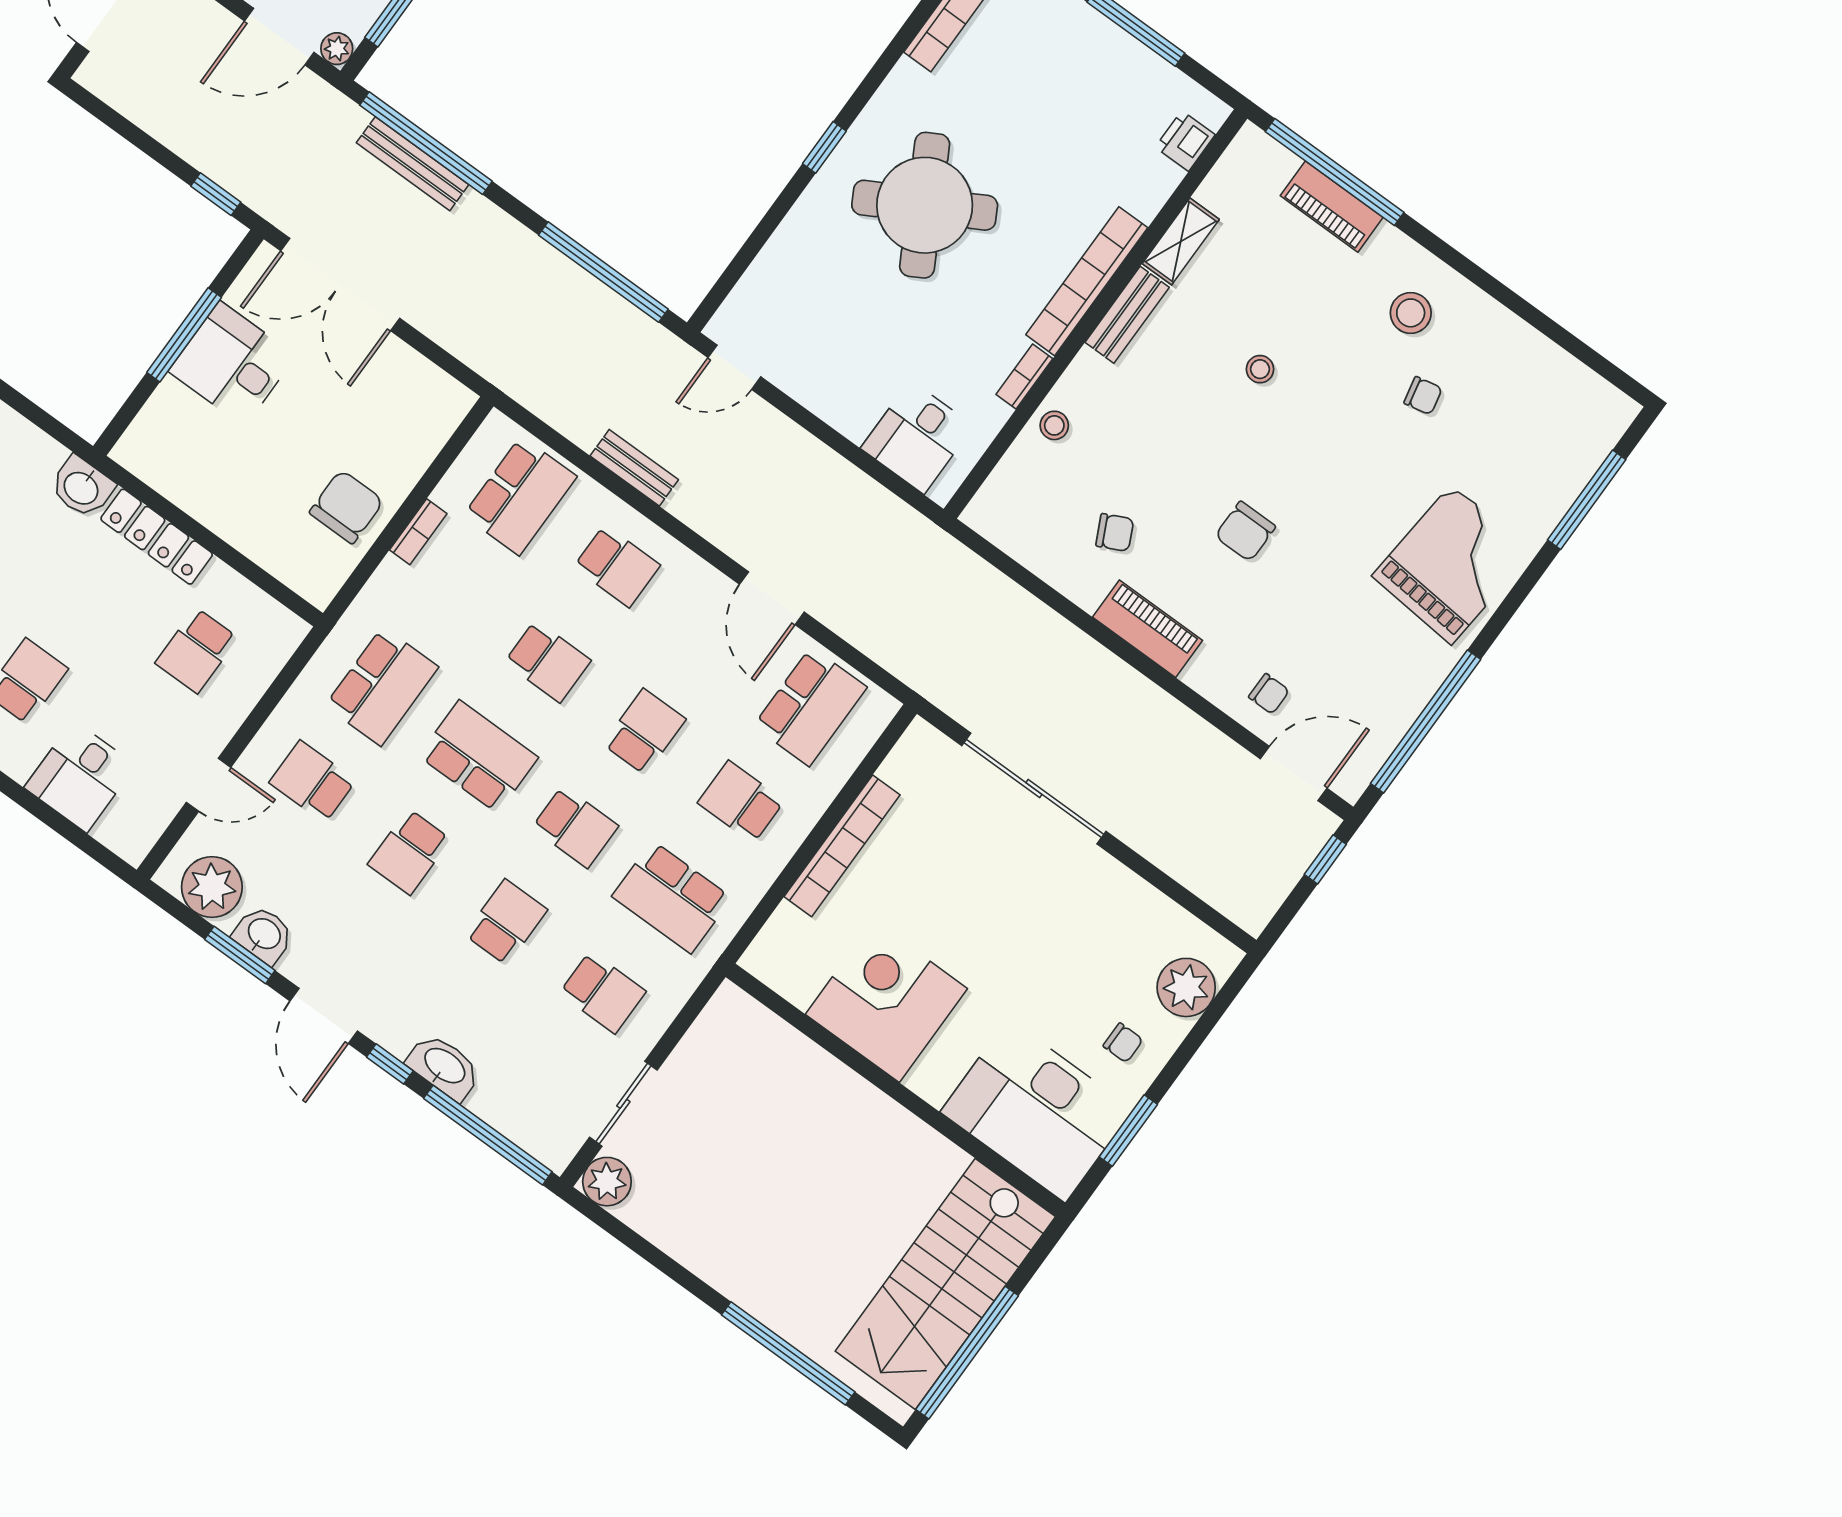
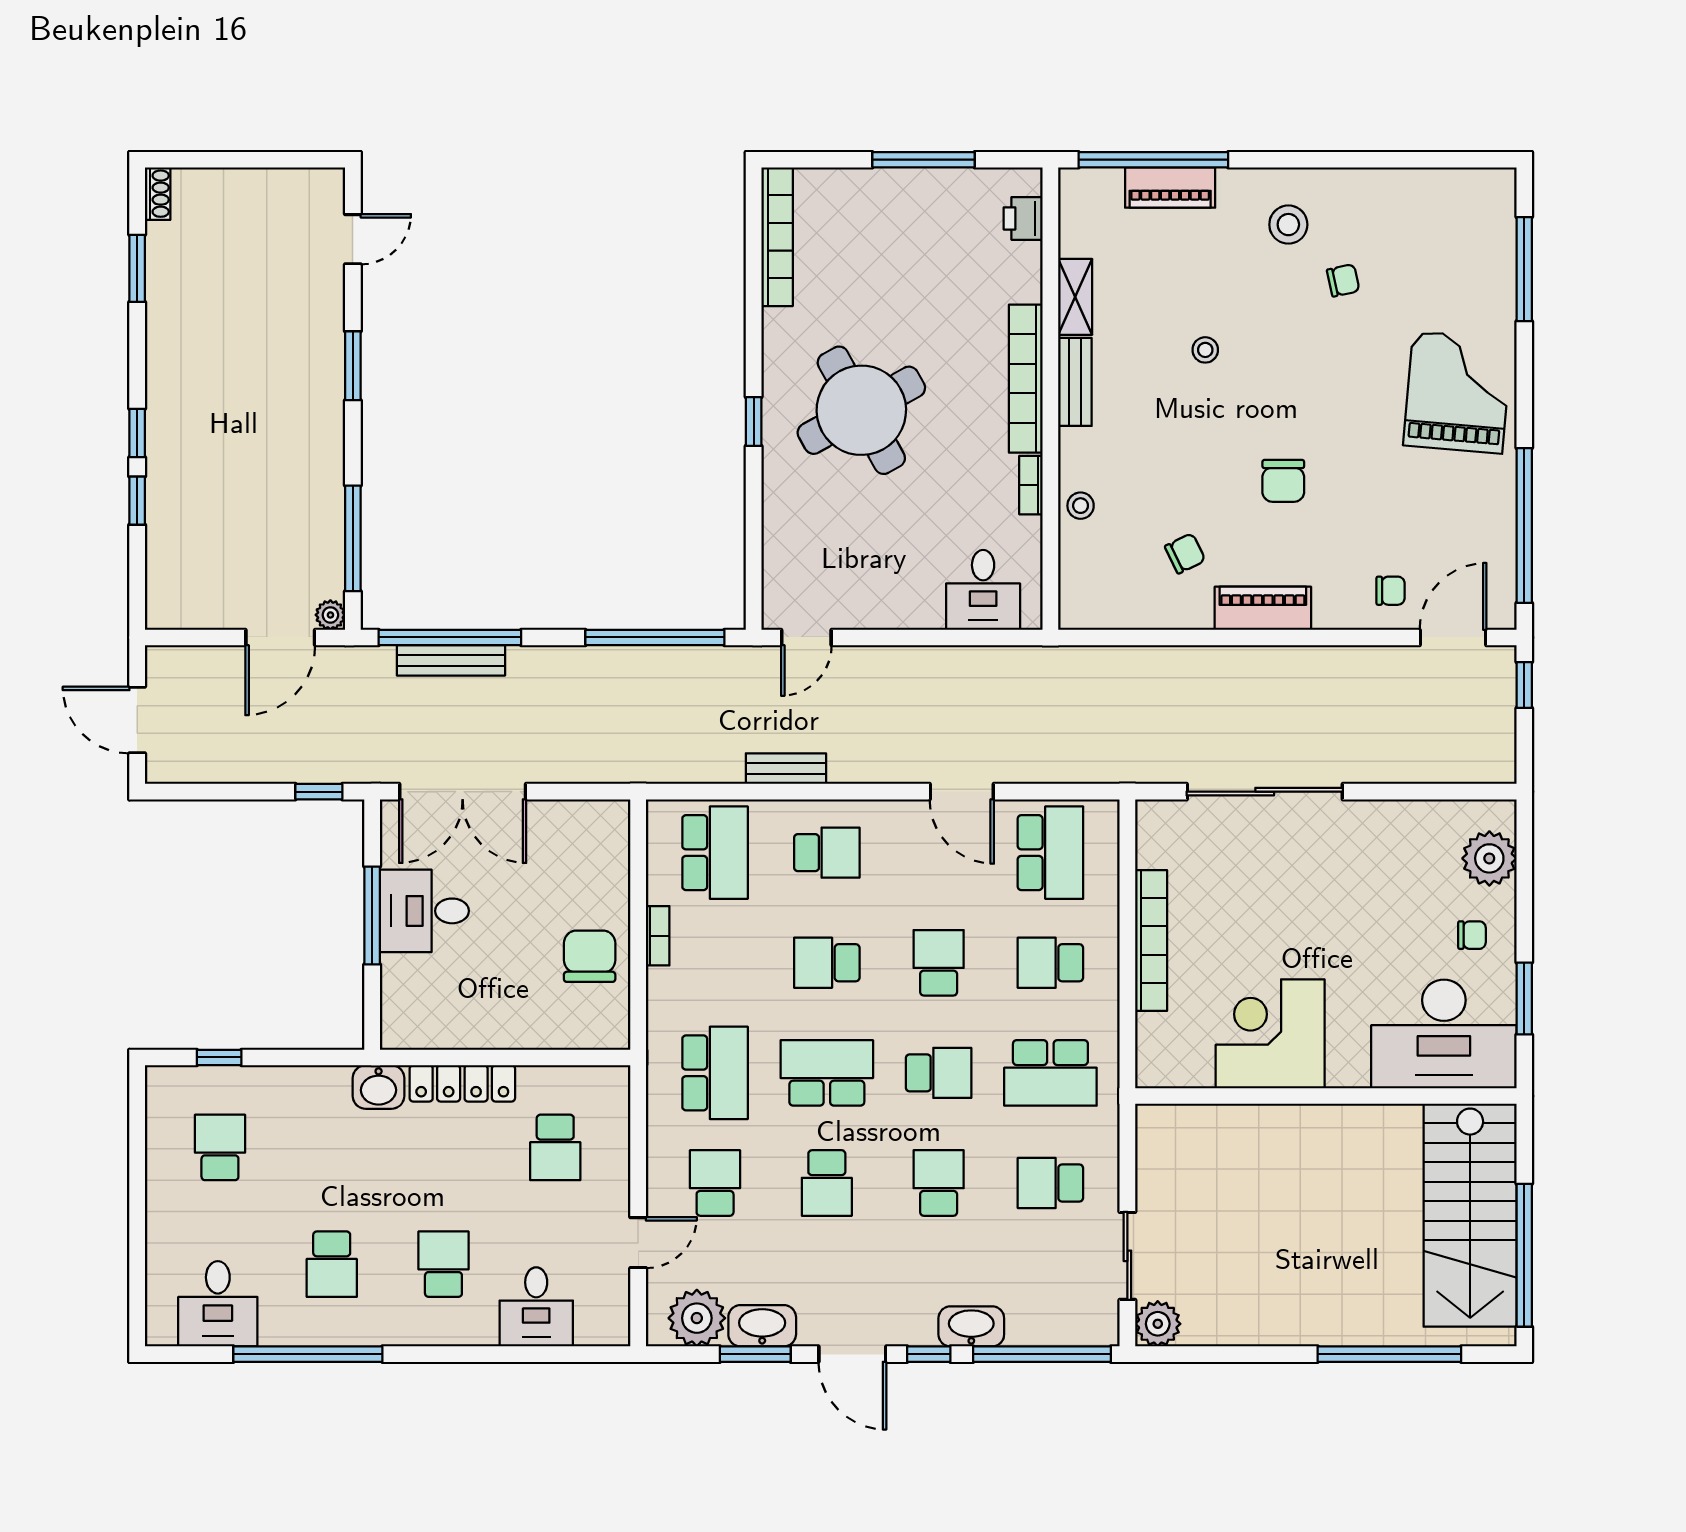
school desk: (548, 661) -> (827, 963), turned 180
school desk: (313, 782) -> (715, 1183), turned 90
washbasin: (264, 935) -> (762, 1326), width x1.38
school desk: (603, 992) -> (1050, 1183), turned 180

